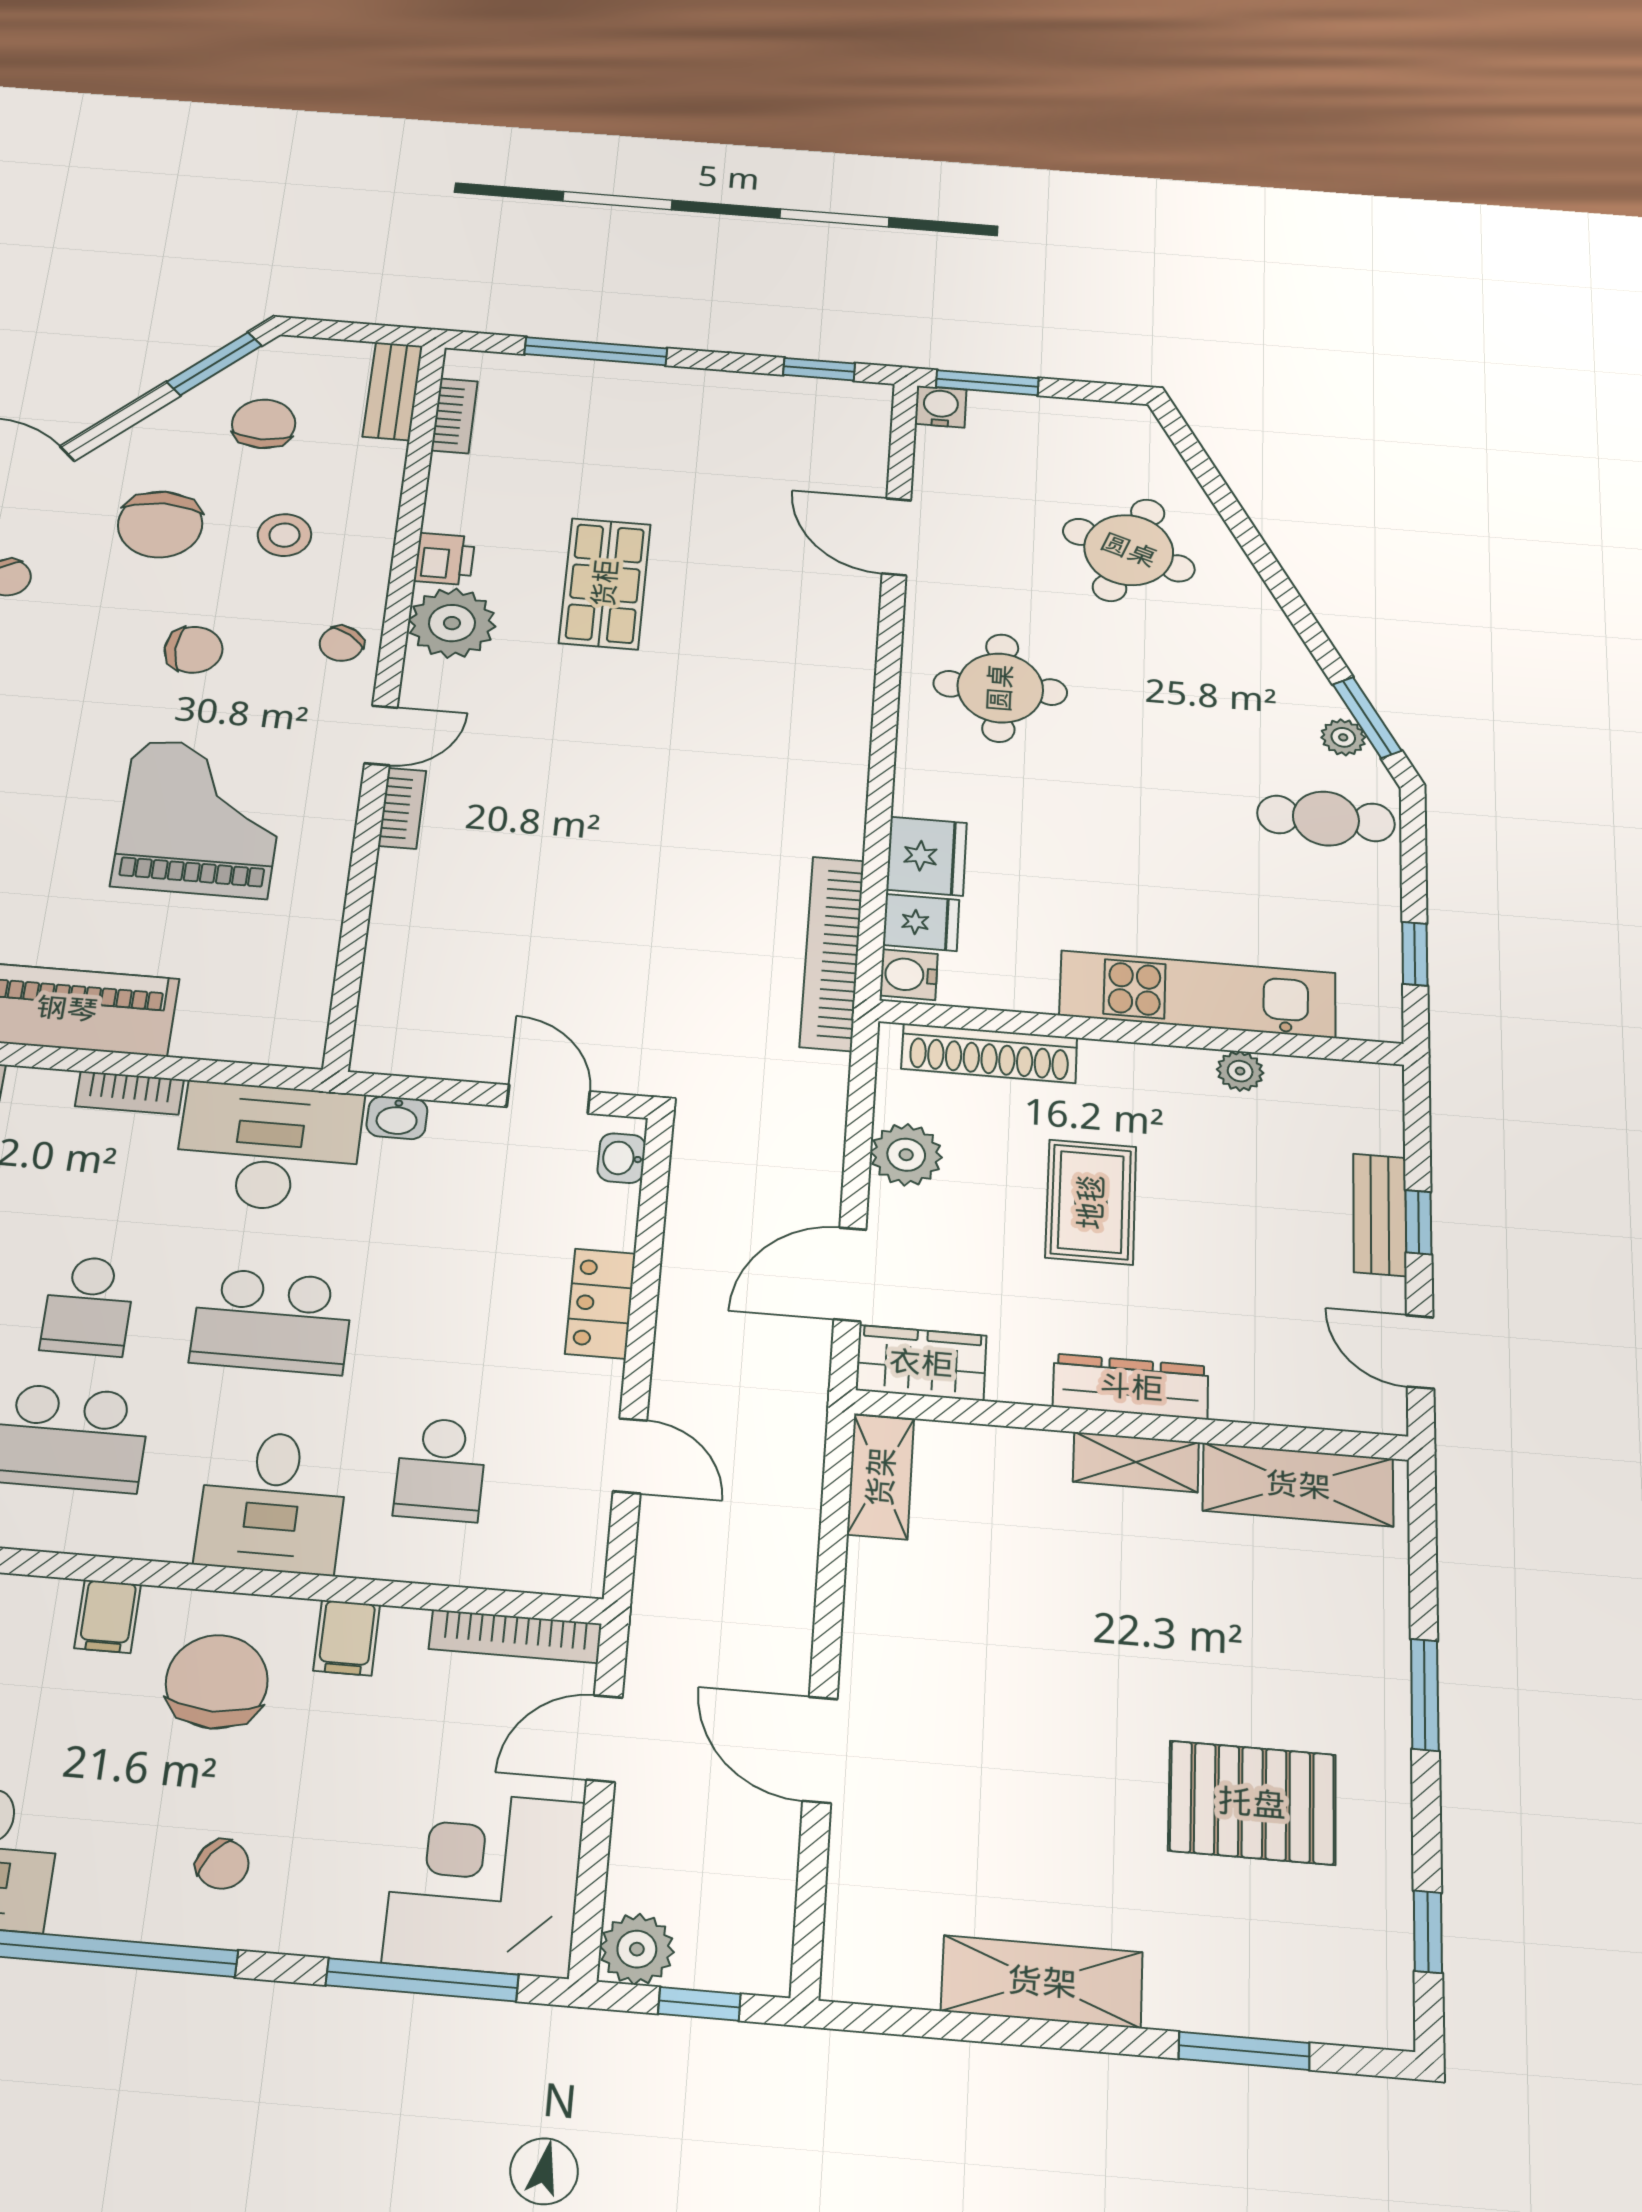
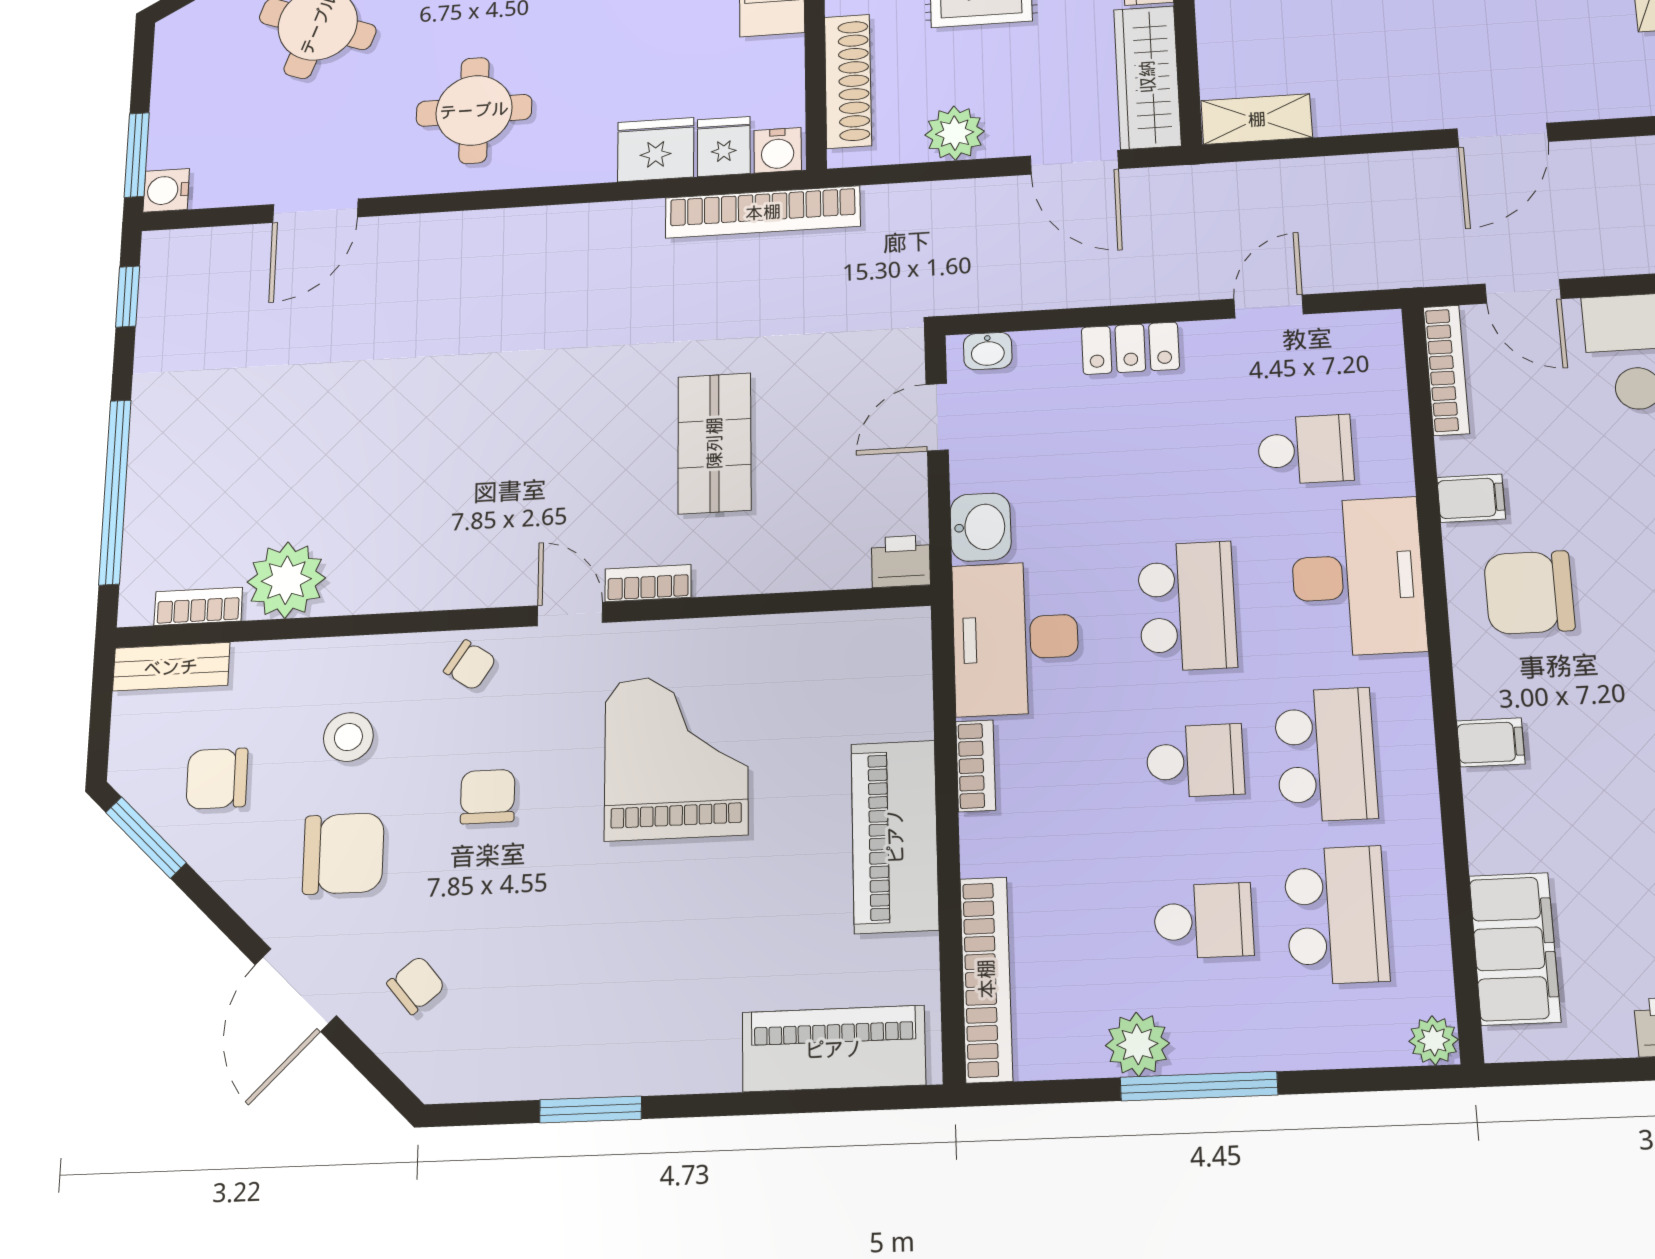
window: (596, 351) -> (115, 492), width x1.46
printer: (444, 559) -> (901, 561), moved
shop shelf: (605, 583) -> (714, 443), moved, turned 90
plant: (452, 623) -> (286, 580), moved
grand piano: (200, 818) -> (676, 757), turned 90
washbasin: (397, 1118) -> (981, 527), width x1.38, depth x1.45
wardrobe: (921, 1363) -> (1147, 77), width x1.50
desk: (273, 1502) -> (1358, 577), width x1.37
filing cabinet: (108, 1616) -> (1491, 742), moved

